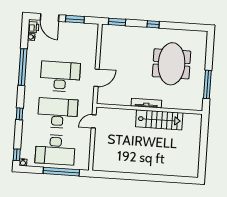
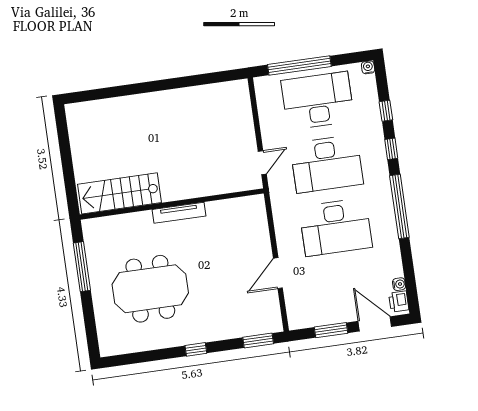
meeting table: (172, 64) -> (150, 289), turned 90
window: (23, 67) -> (399, 206), moved
door: (97, 78) -> (278, 273), moved
stairs: (159, 120) -> (120, 193), moved
window: (17, 155) -> (386, 111), moved

